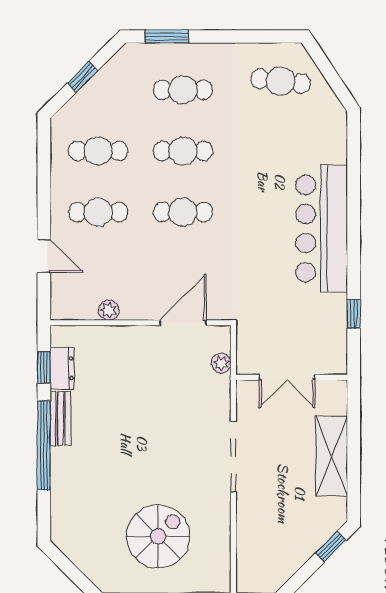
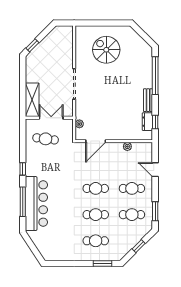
cafe table: (281, 81) -> (46, 139), moved
window: (44, 159) -> (155, 211), added
window: (354, 181) -> (23, 202), added
bar counter: (322, 229) -> (36, 204), moved
window: (354, 314) -> (23, 169), moved
window: (44, 446) -> (155, 76), moved
shelving: (332, 456) -> (32, 100), moved
spiral stairs: (158, 536) -> (106, 50), turned 90

